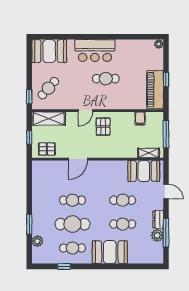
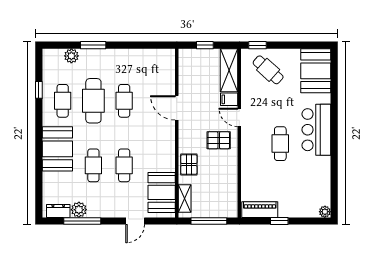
piano: (155, 90) -> (260, 210), width x0.73, depth x0.75
filing cabinet: (140, 118) -> (229, 99), moved
pallet: (47, 149) -> (189, 165), moved
dresser: (158, 219) -> (58, 211), moved

